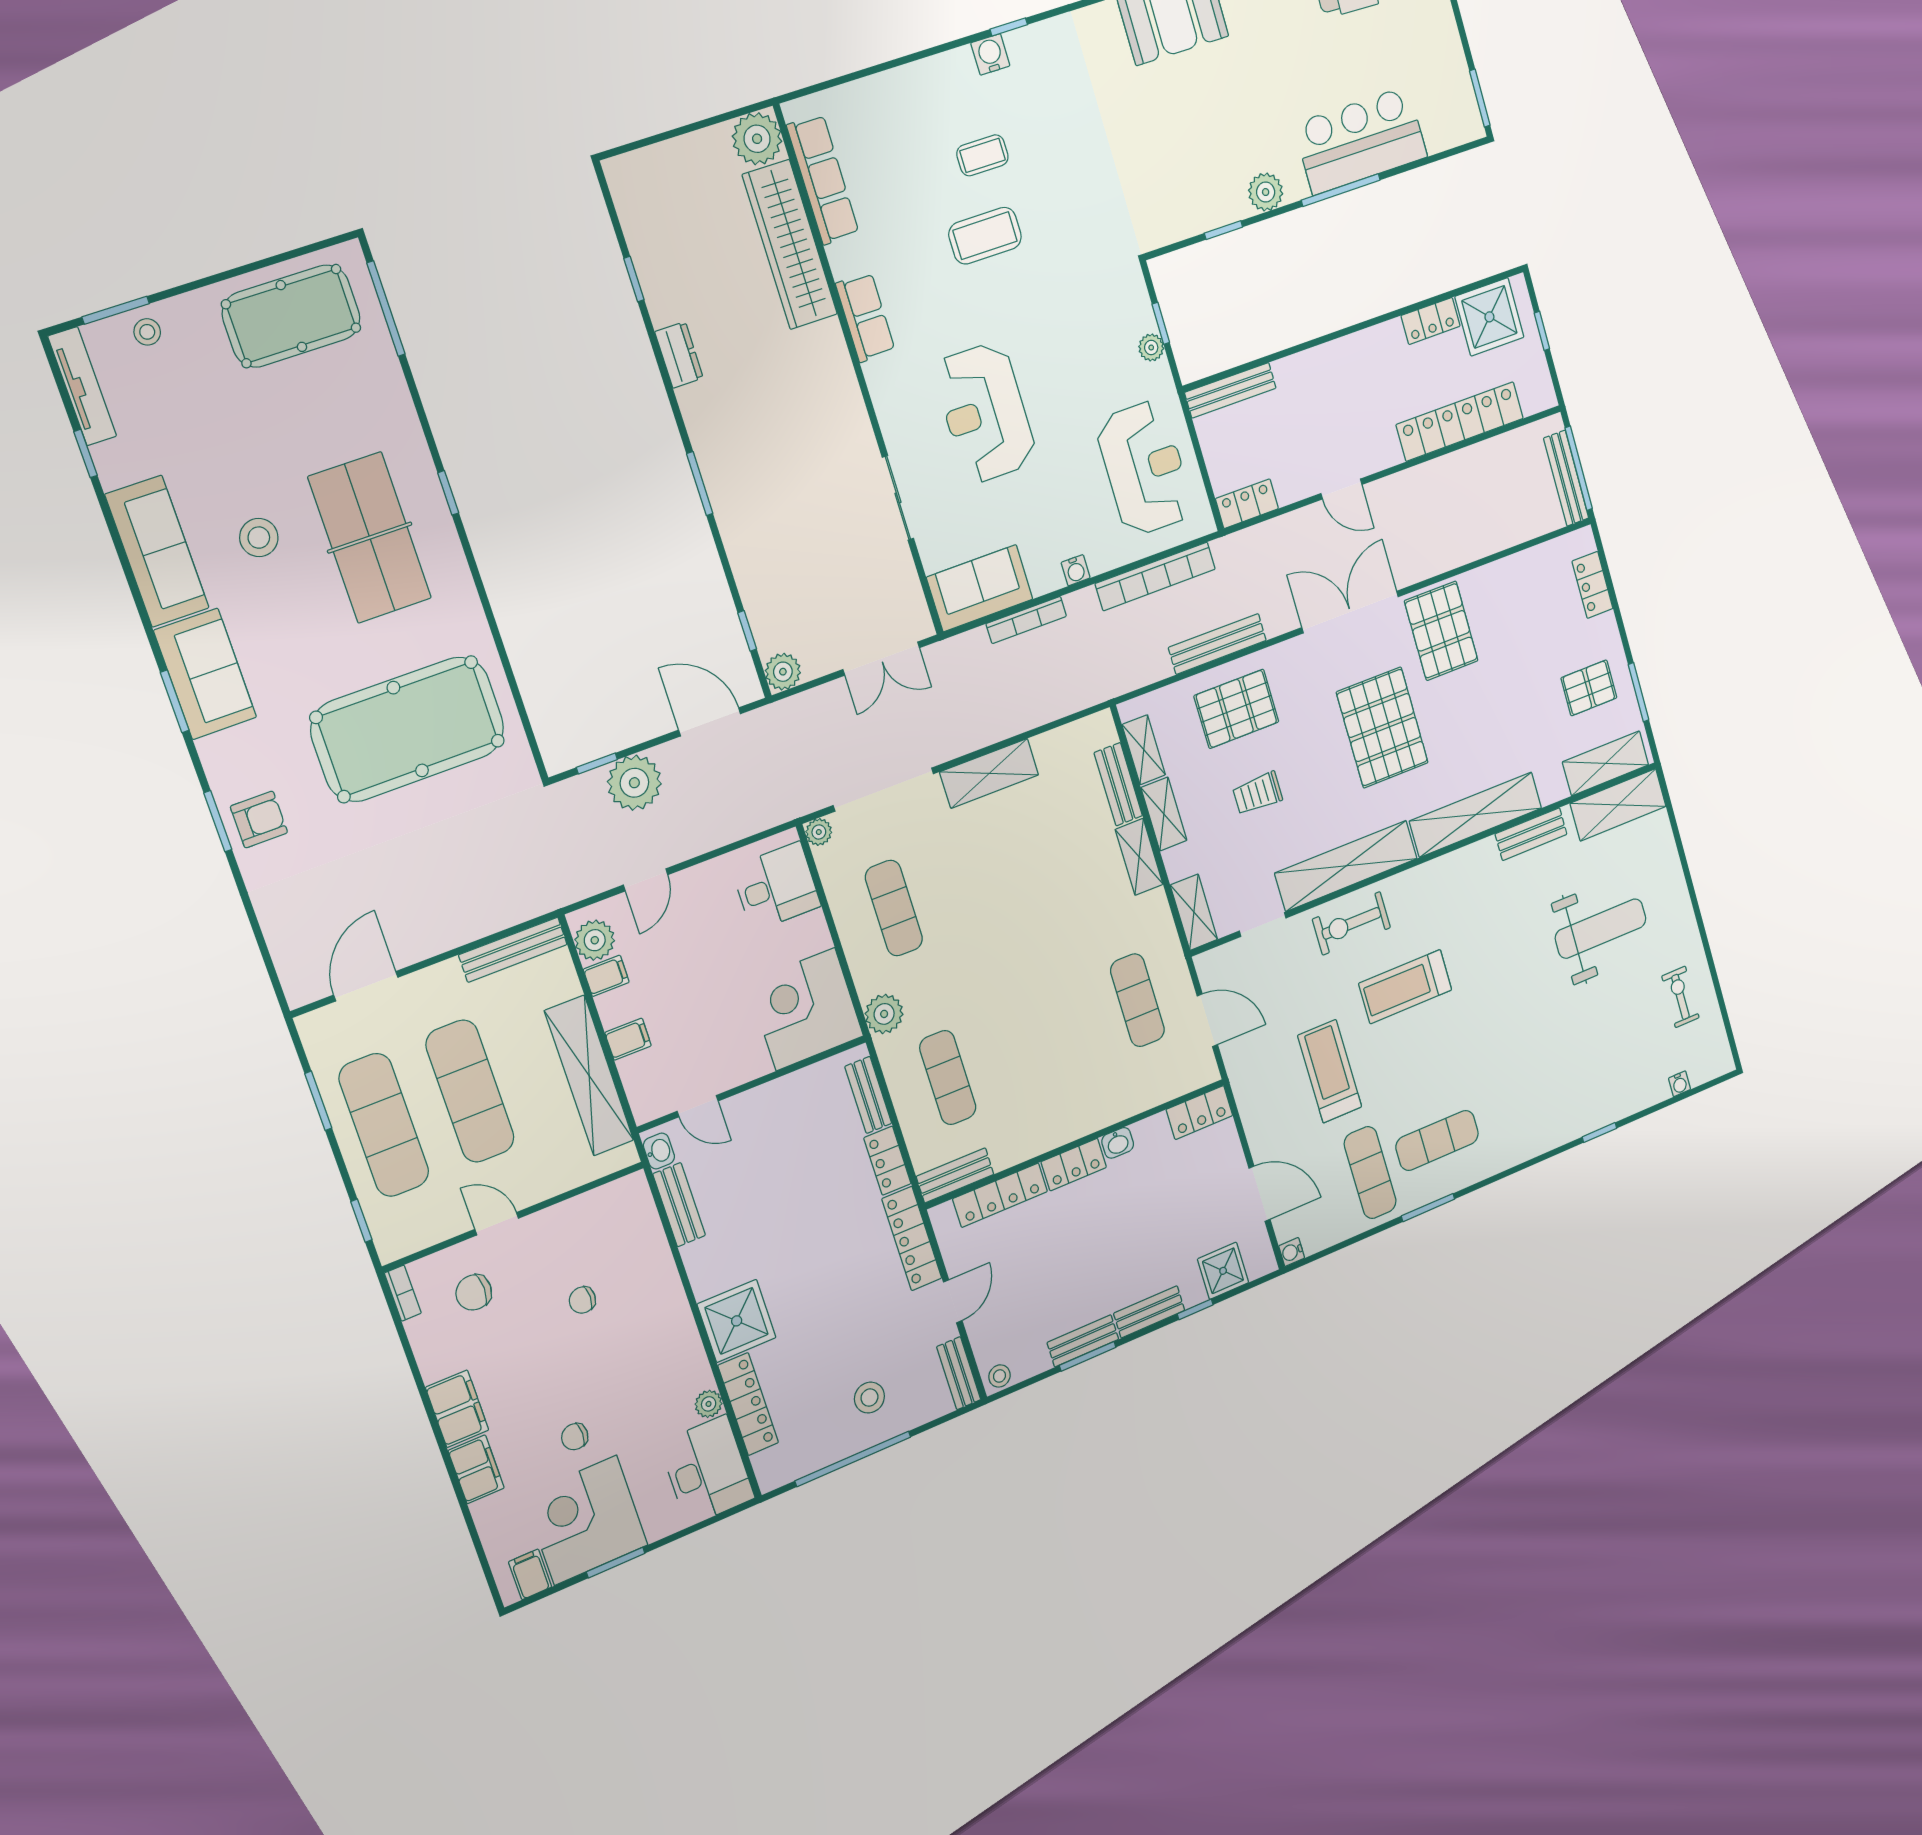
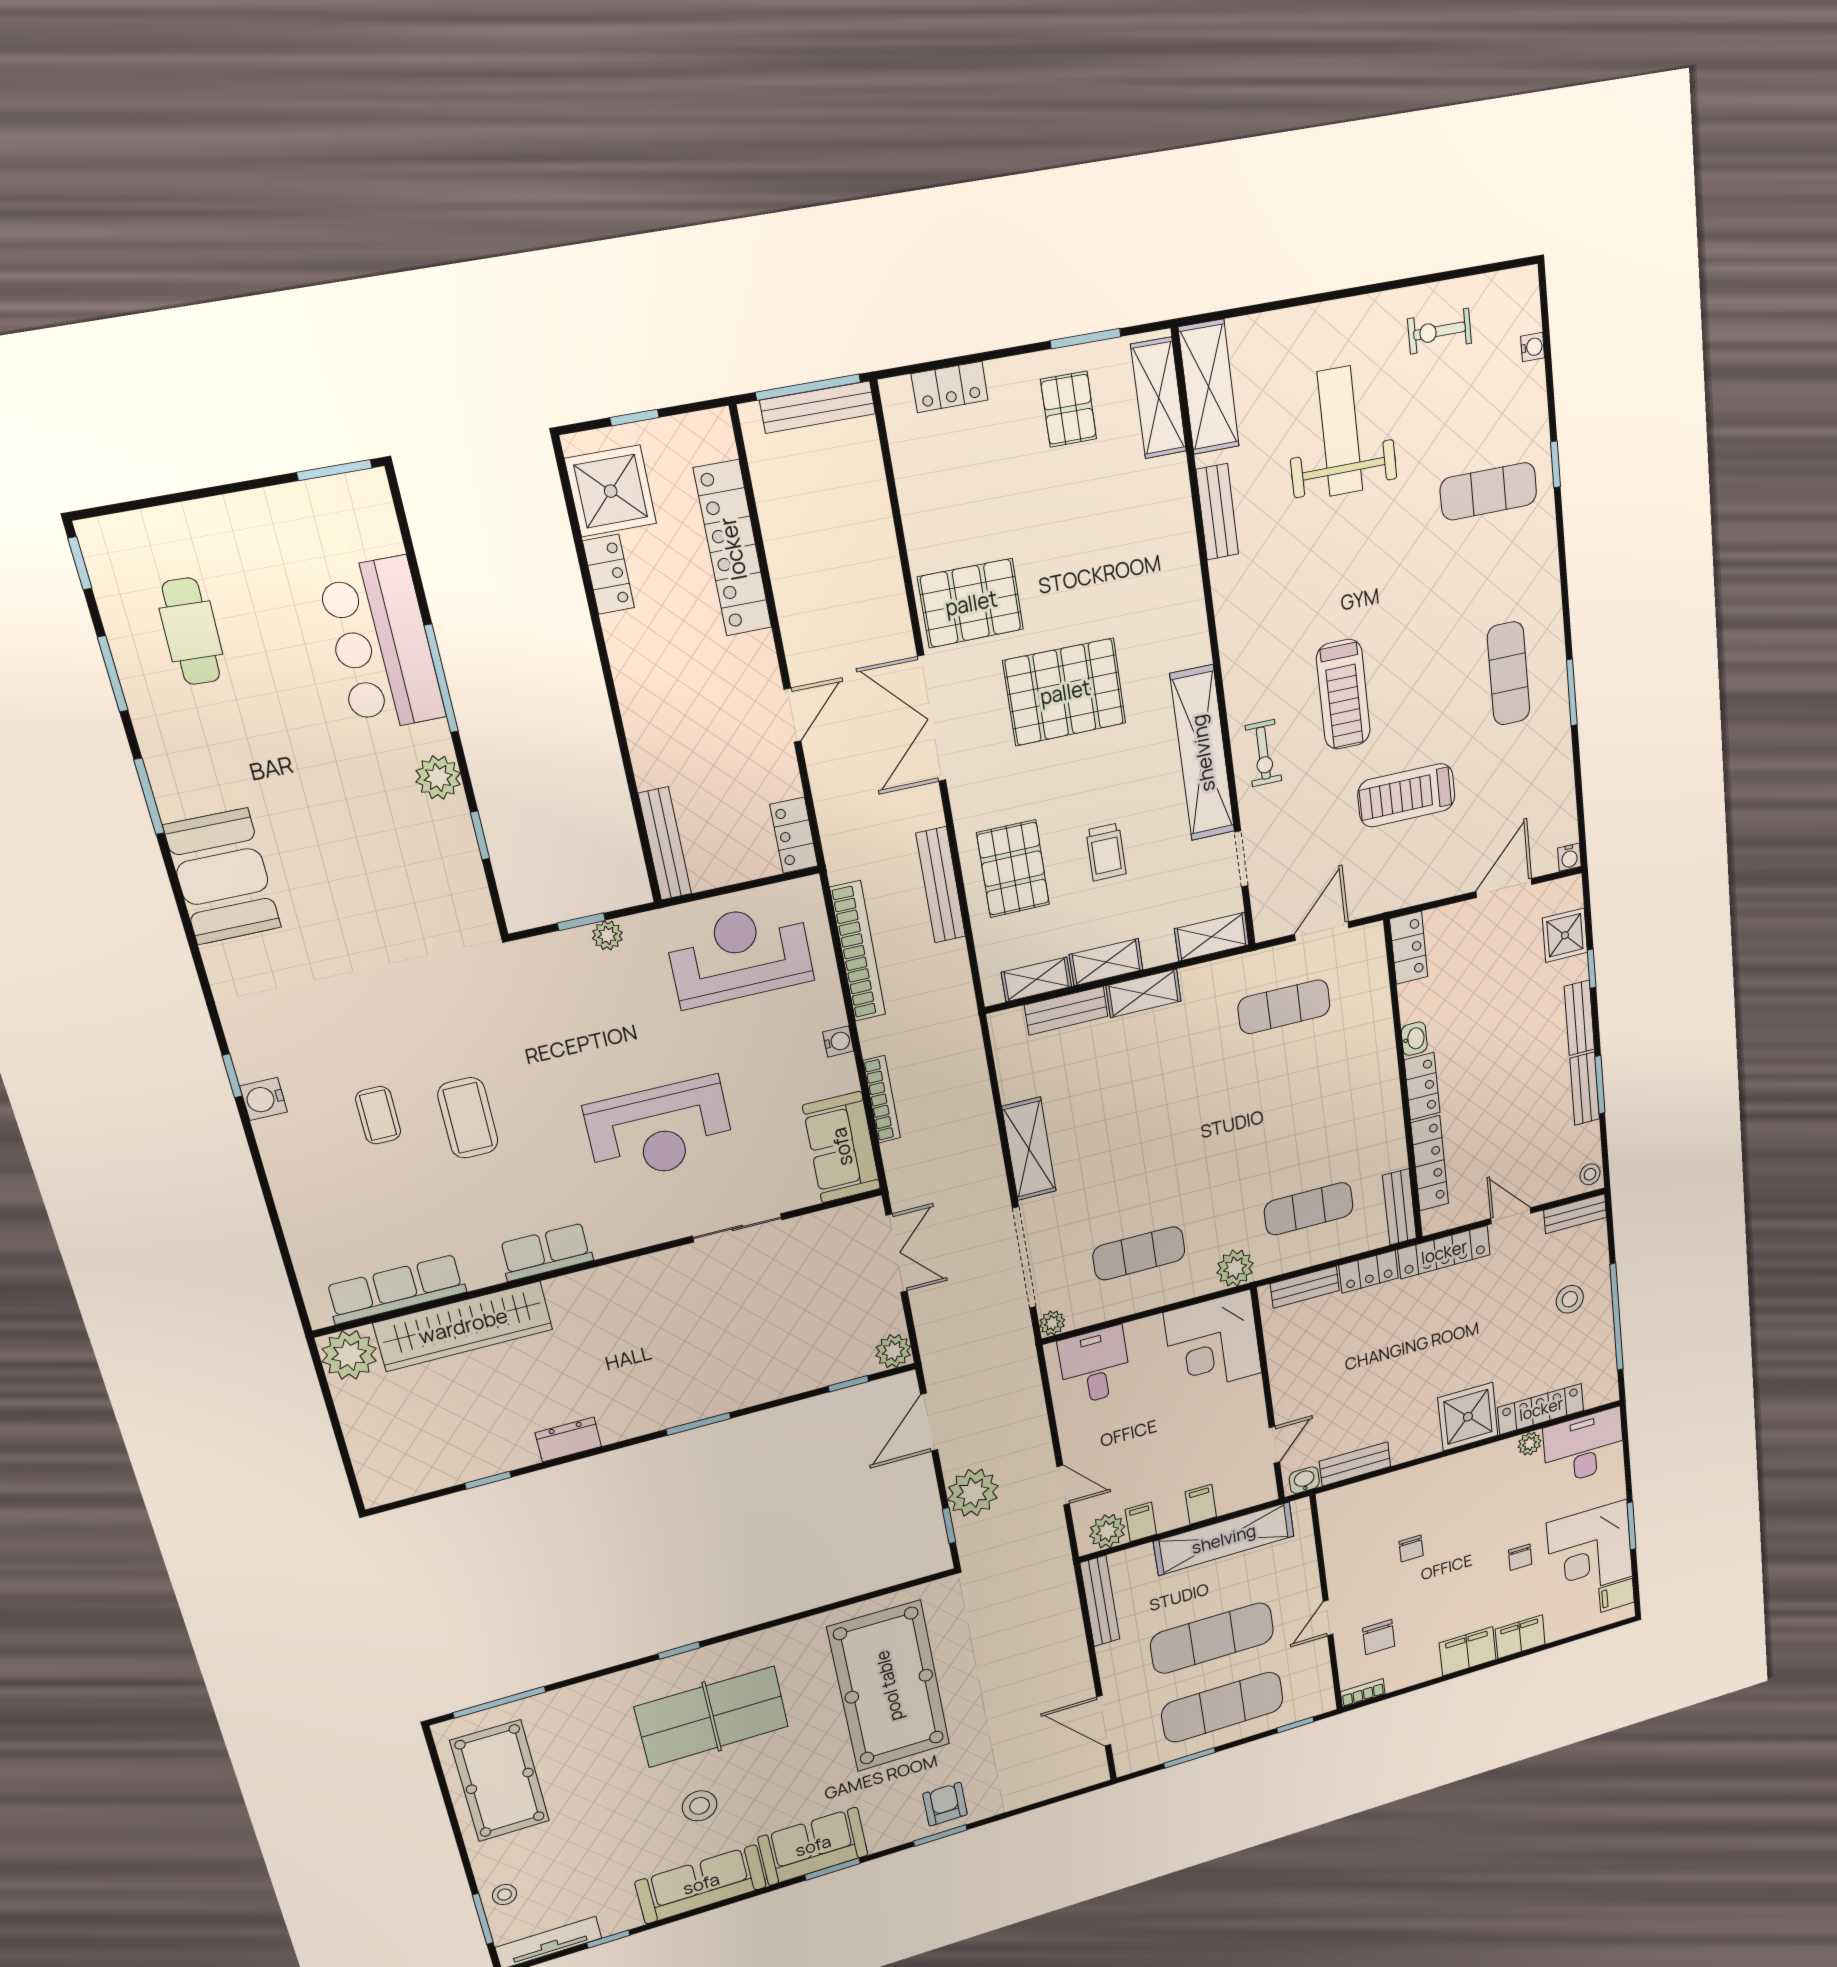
shelving: (1476, 815) -> (1181, 583), removed
exercise bike: (1351, 923) -> (1263, 753), width x0.73, depth x0.72
exercise mat: (1370, 1173) -> (1489, 491), moved

